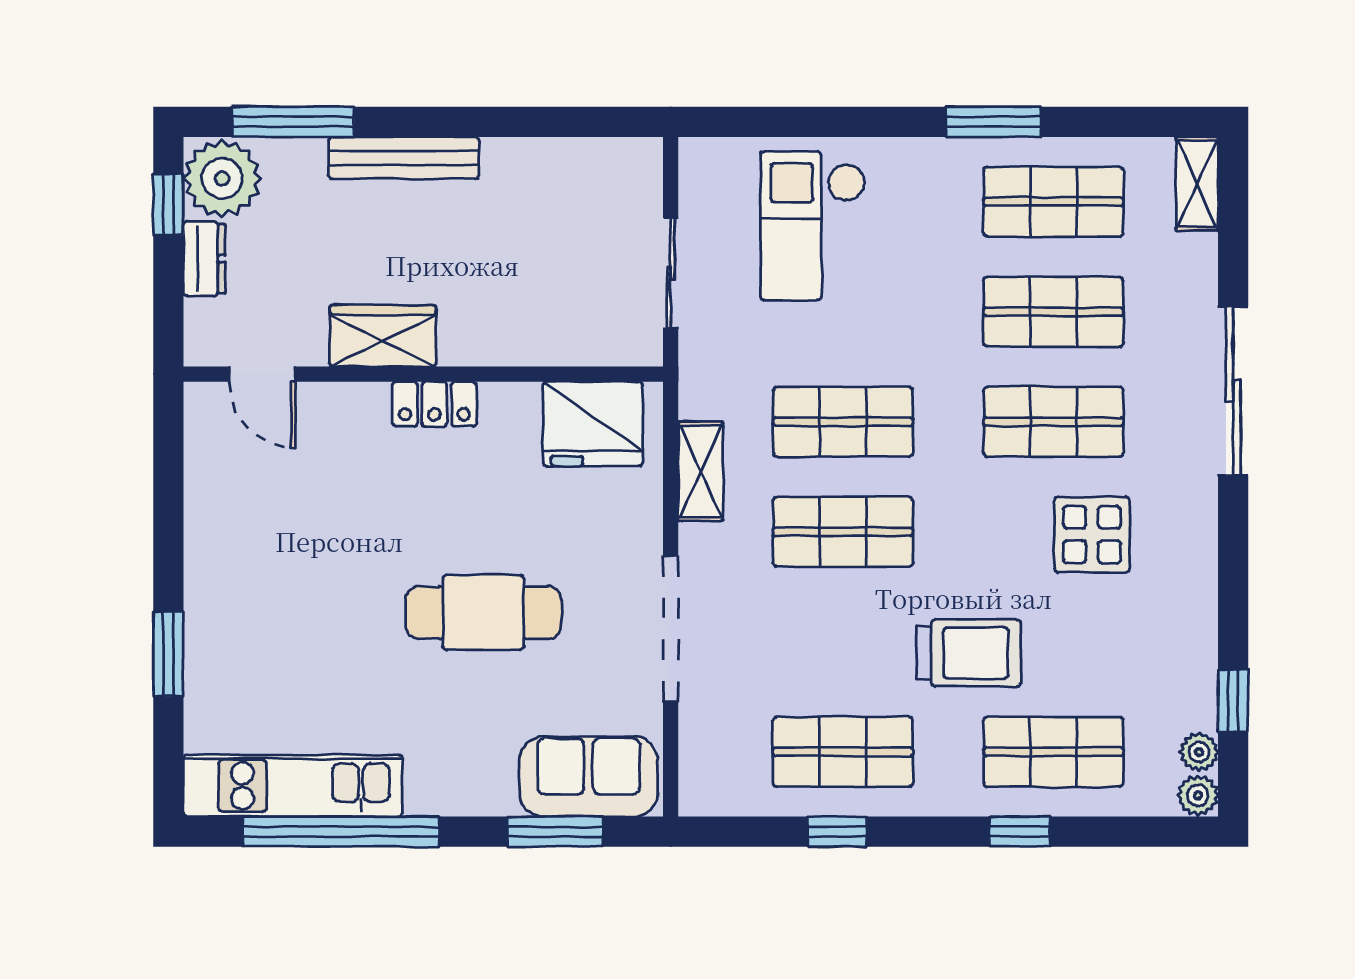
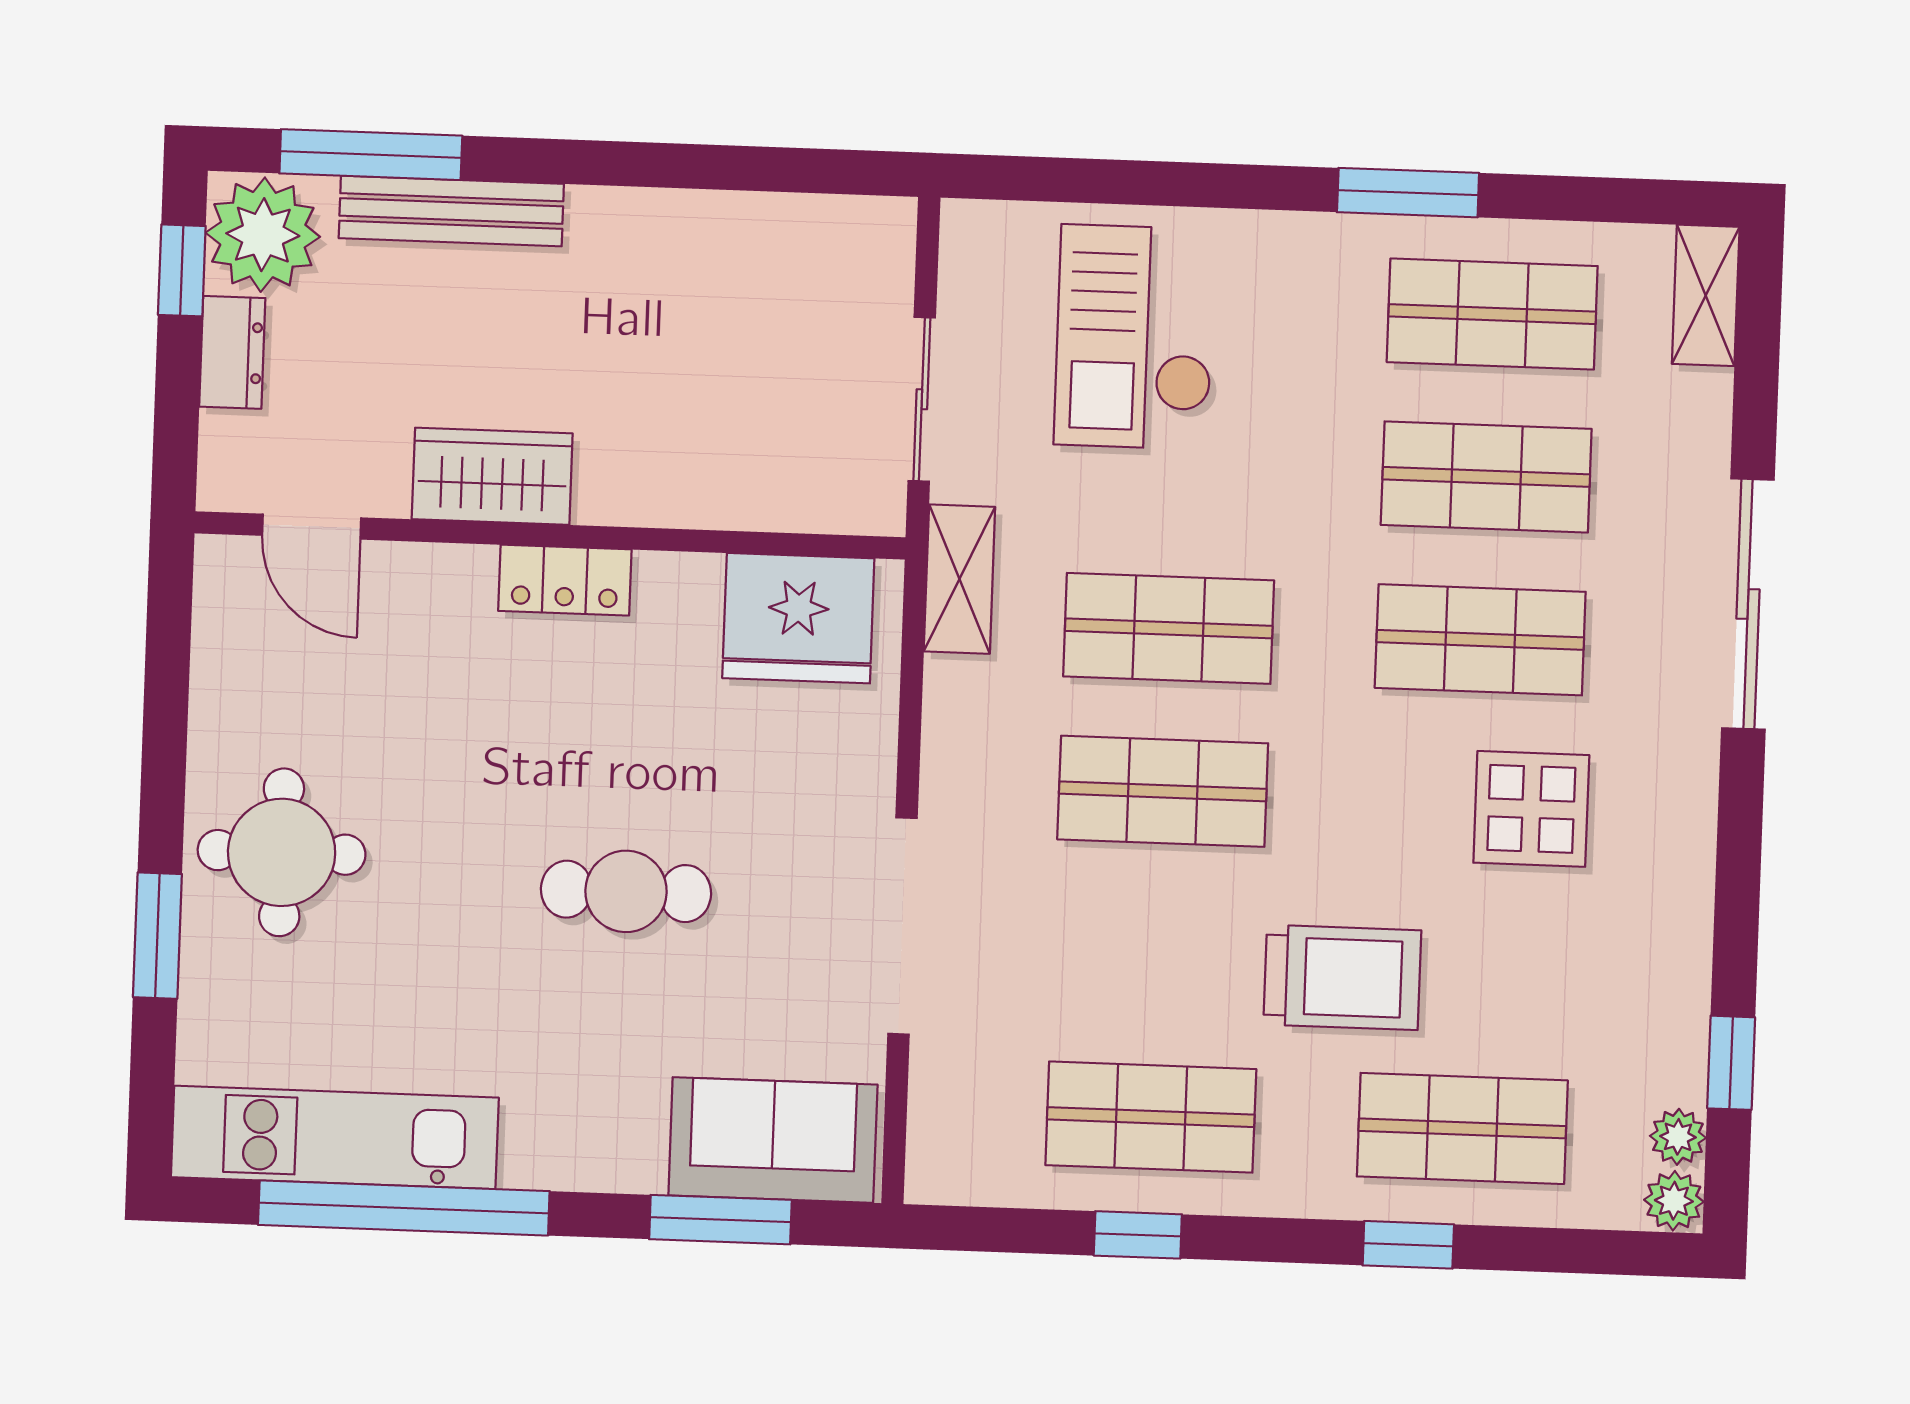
bench: (404, 158) -> (451, 211), moved
shelving: (701, 471) -> (959, 579), moved
round table: (250, 595) -> (282, 852), added
cafe table: (483, 613) -> (626, 891), width x0.73, depth x0.74

